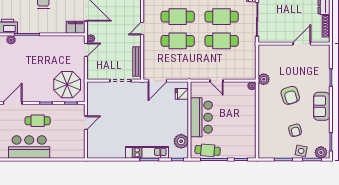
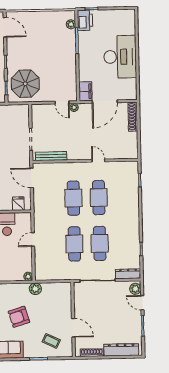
door: (142, 28) -> (98, 161), moved
coffee table: (314, 65) -> (51, 341), added

